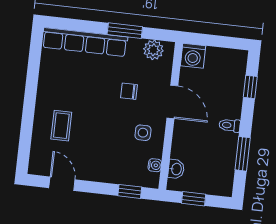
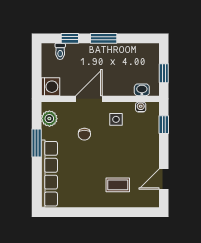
toilet: (230, 125) -> (60, 51), moved
window: (243, 154) -> (104, 38), moved

